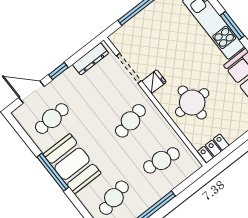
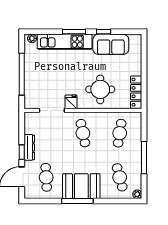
dresser: (91, 59) -> (29, 147), moved
locker: (213, 148) -> (136, 92), width x1.53

